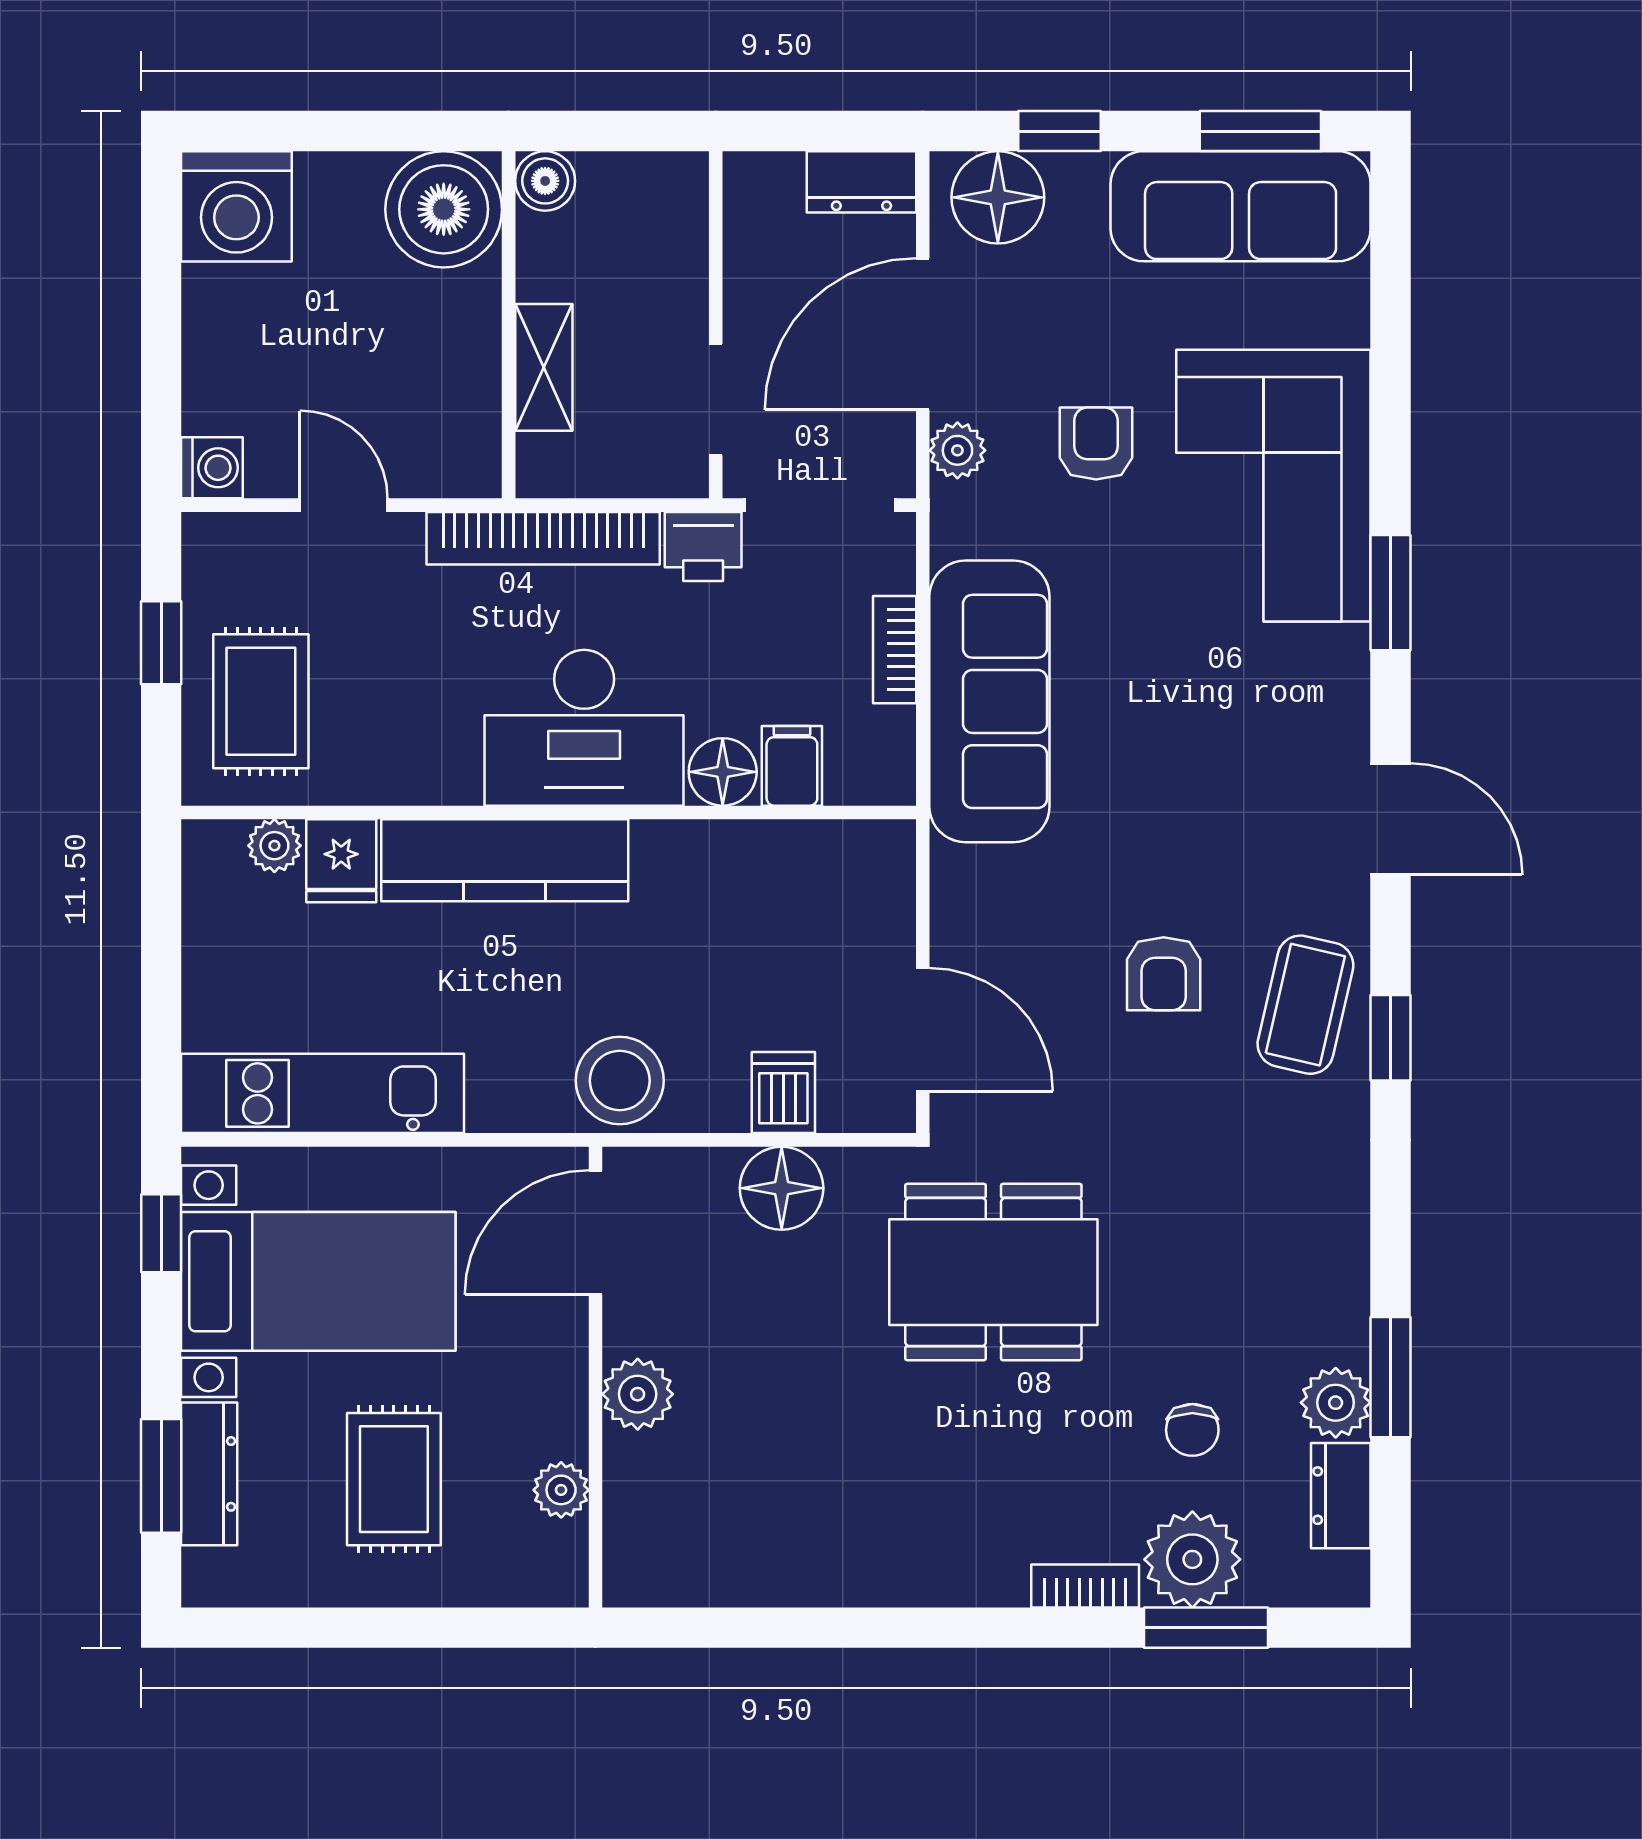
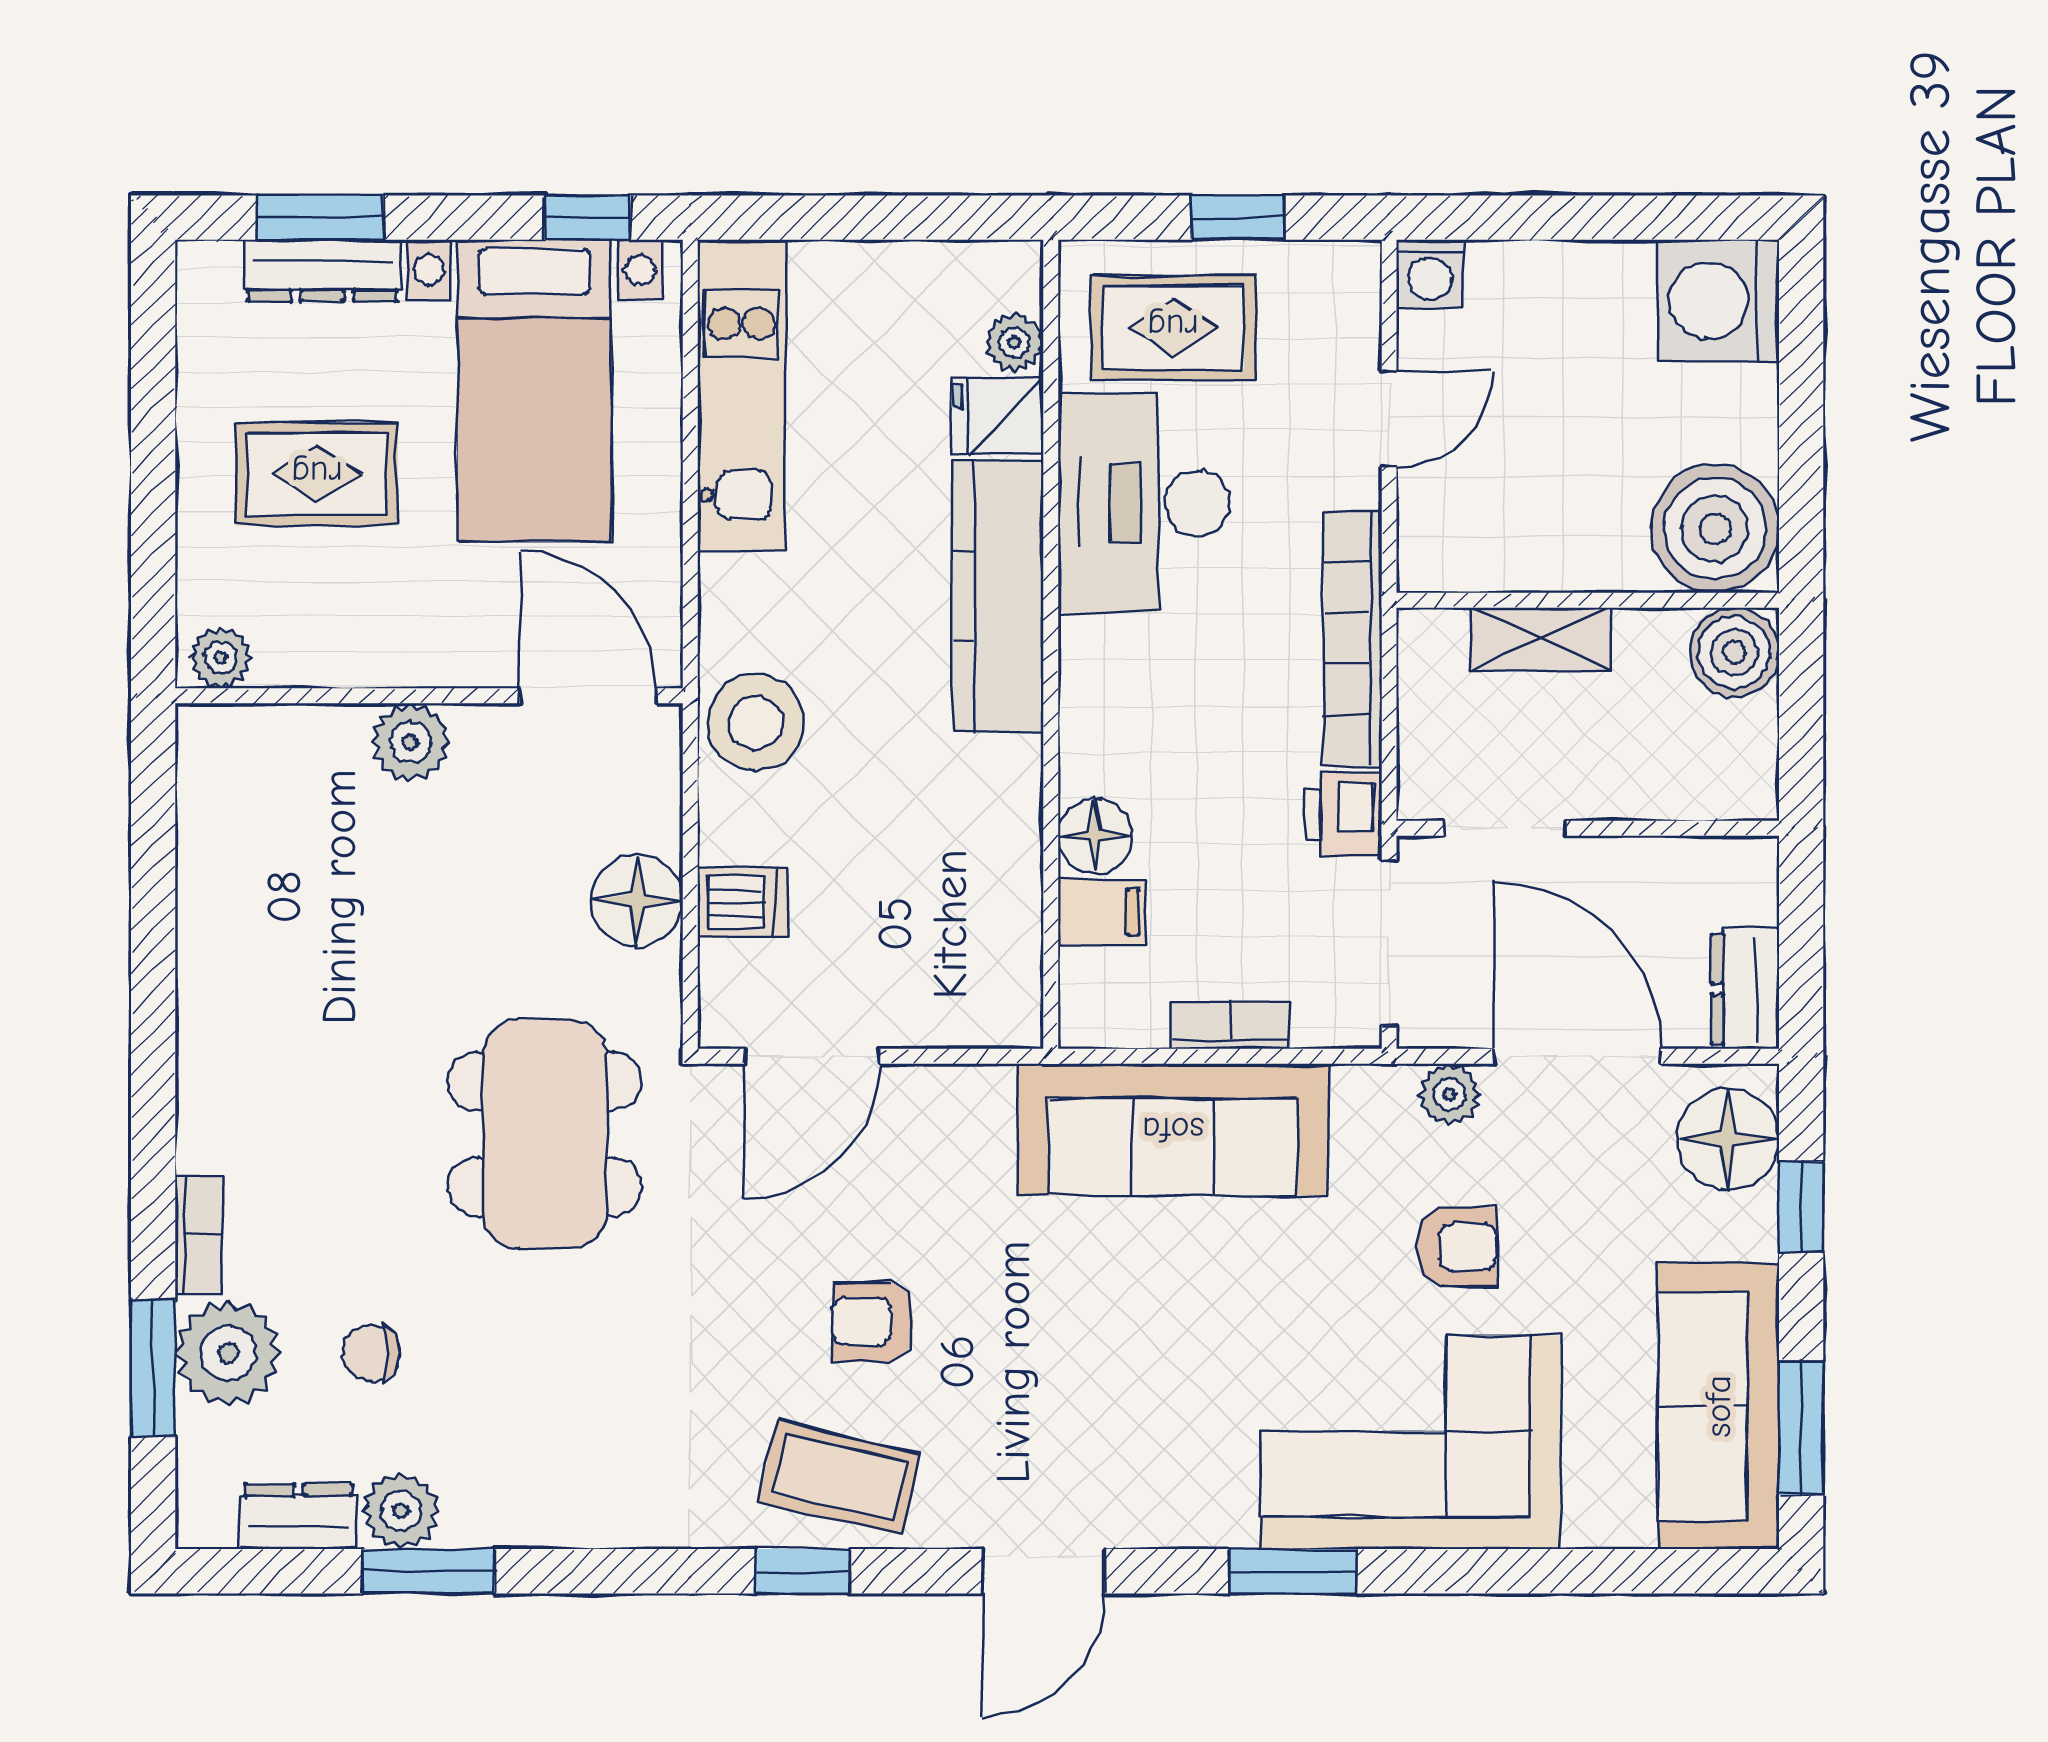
boiler: (545, 181) -> (1734, 652), width x1.36, depth x1.36
desk: (584, 728) -> (1144, 503), moved
plant: (561, 1490) -> (221, 658), moved

